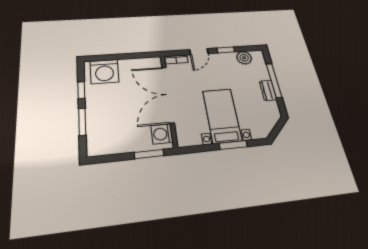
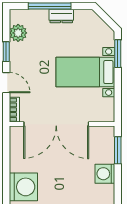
washing machine: (162, 134) -> (105, 174), moved, turned 90
window: (233, 145) -> (118, 54), moved

